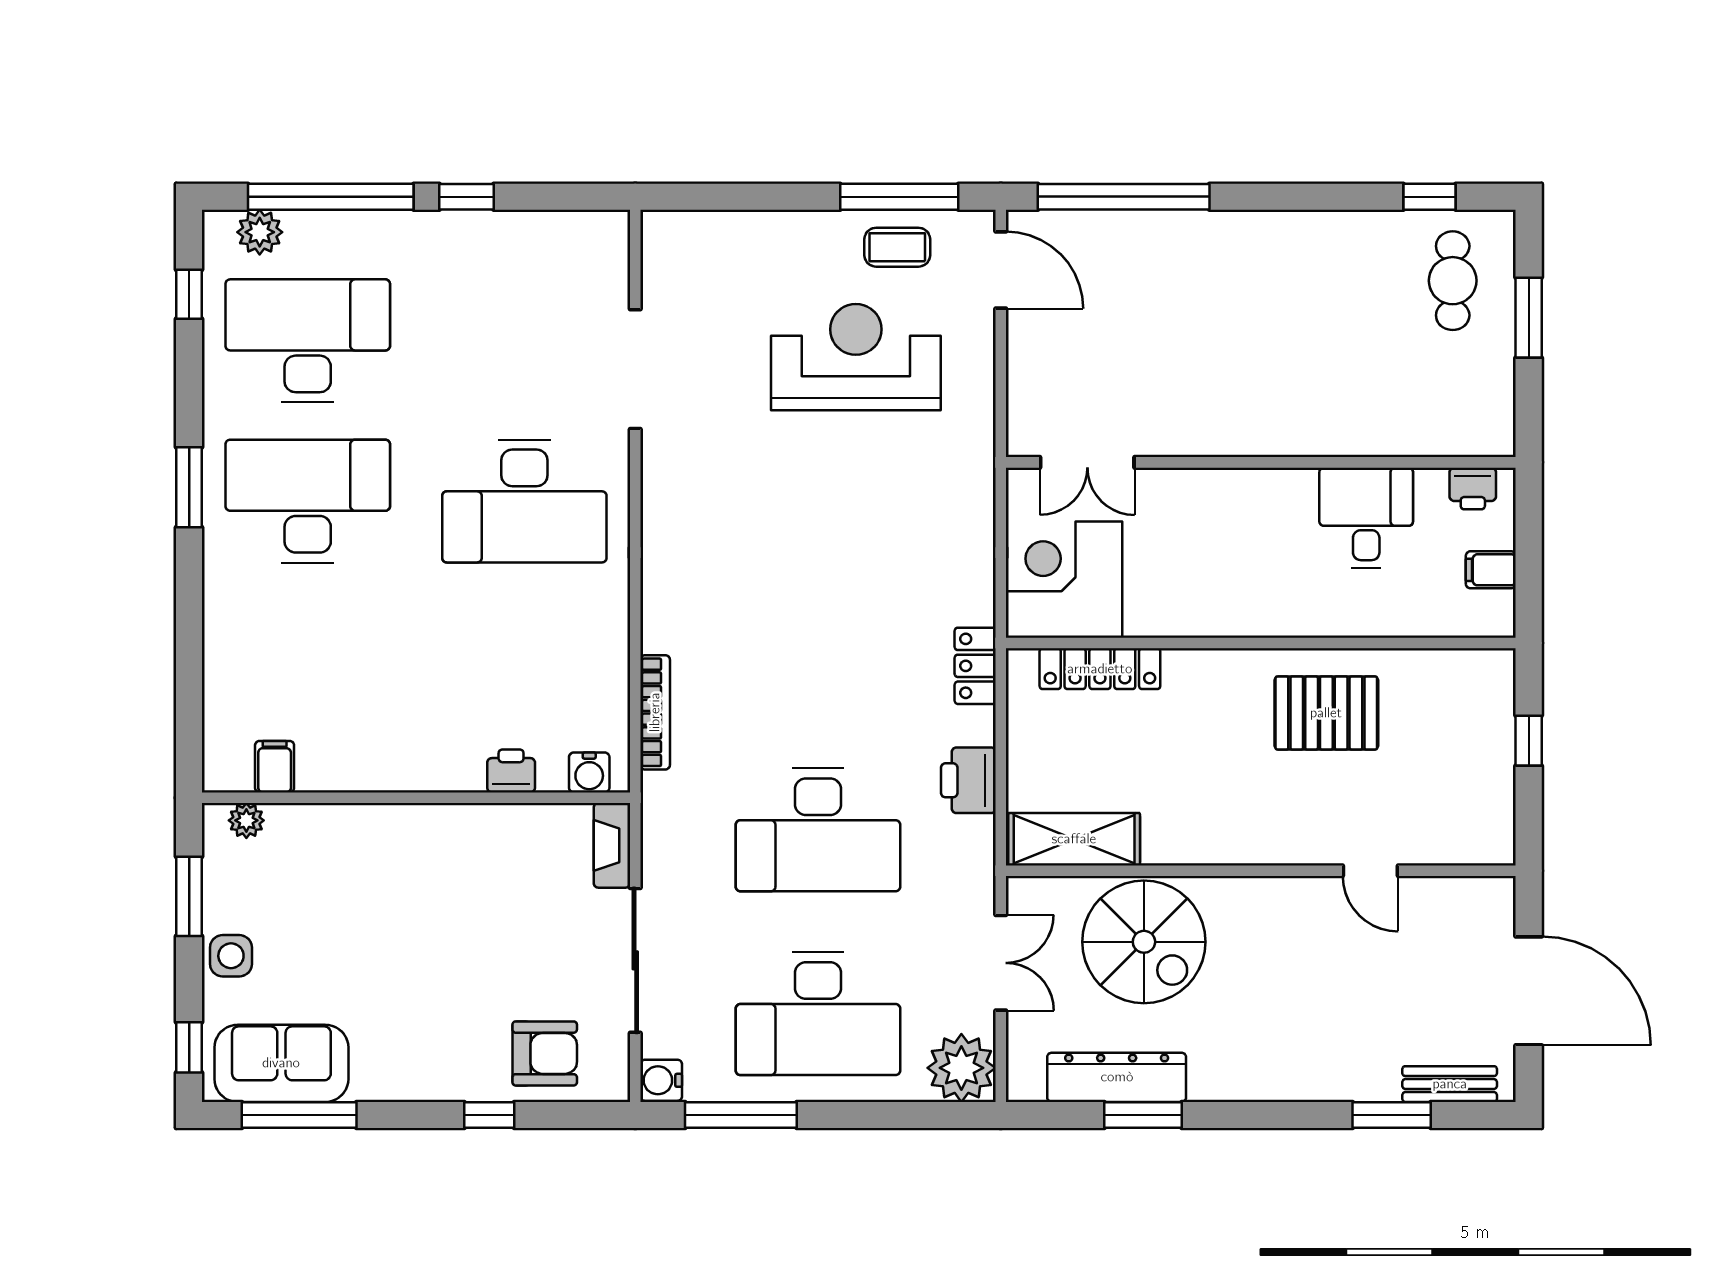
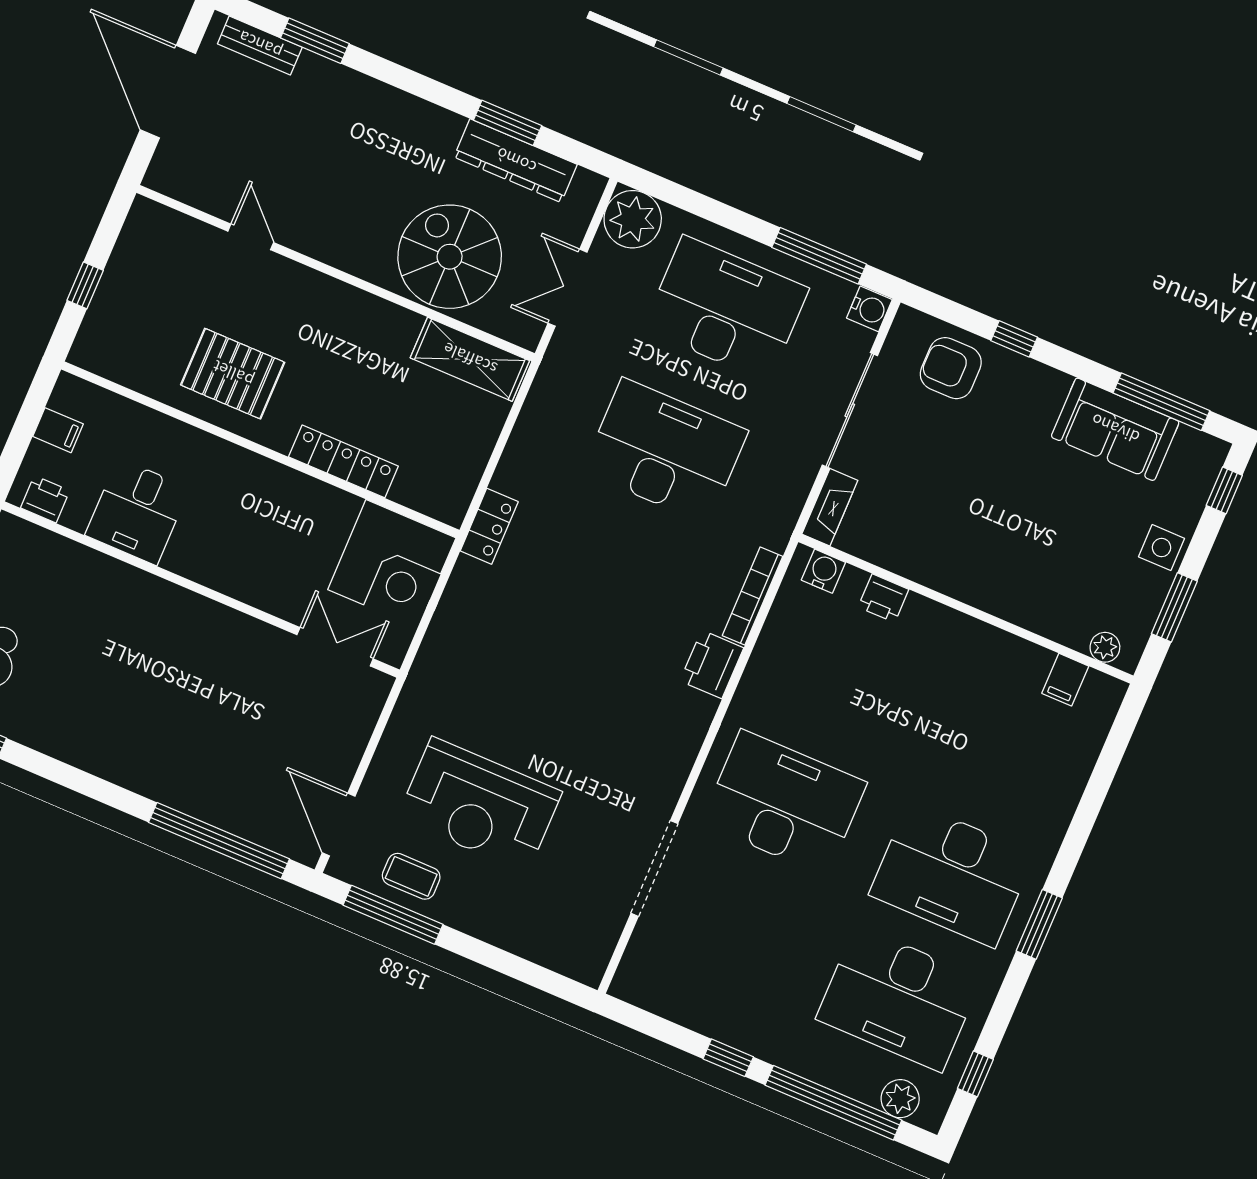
locker: (1100, 669) -> (343, 461), moved
printer: (968, 780) -> (712, 664), moved, turned 180
sofa: (281, 1063) -> (1115, 429), moved

